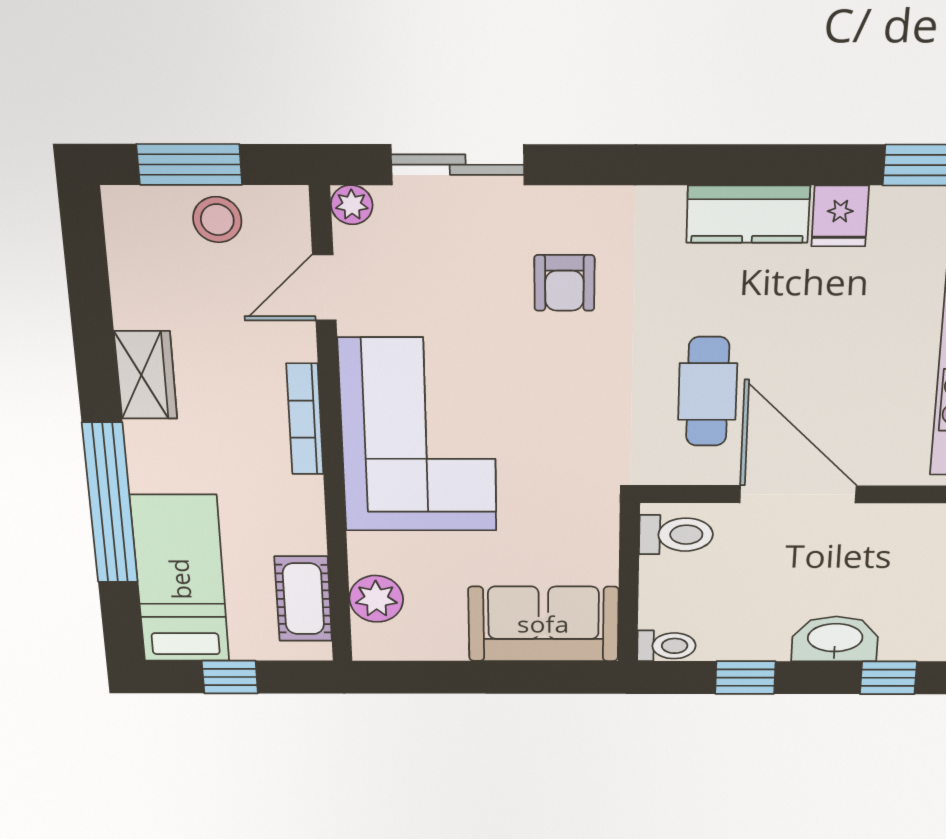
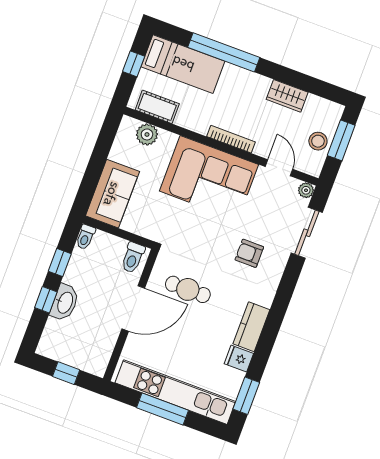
wardrobe: (146, 375) -> (287, 96), moved
window: (888, 678) -> (46, 300), moved

